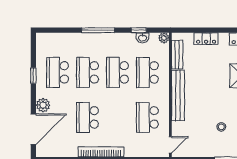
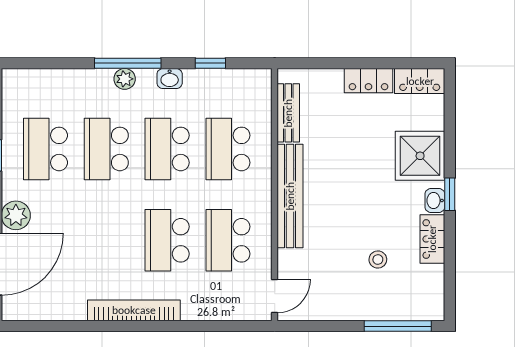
washbasin: (143, 38) -> (170, 79), moved
plant: (164, 38) -> (125, 79), moved
locker: (206, 39) -> (368, 81), moved
school desk: (88, 117) -> (167, 240), moved

